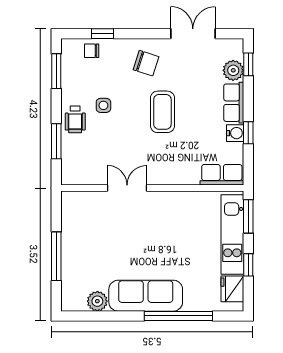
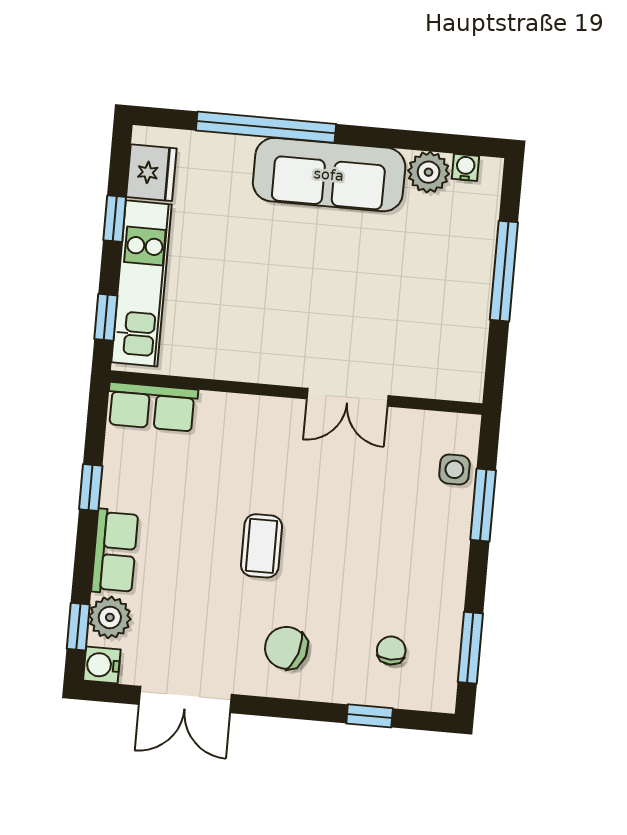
chair: (92, 51) -> (391, 651), moved, turned -90
side table: (103, 105) -> (454, 469), moved
coffee table: (162, 112) -> (261, 546), width x0.73, depth x0.77
wheelchair: (75, 119) -> (441, 546), removed
water cooler: (235, 133) -> (102, 665), moved
window: (248, 216) -> (106, 317), width x0.67
water cooler: (80, 305) -> (465, 167), added

